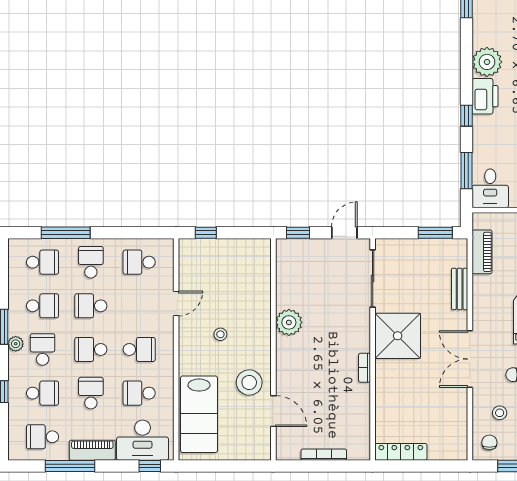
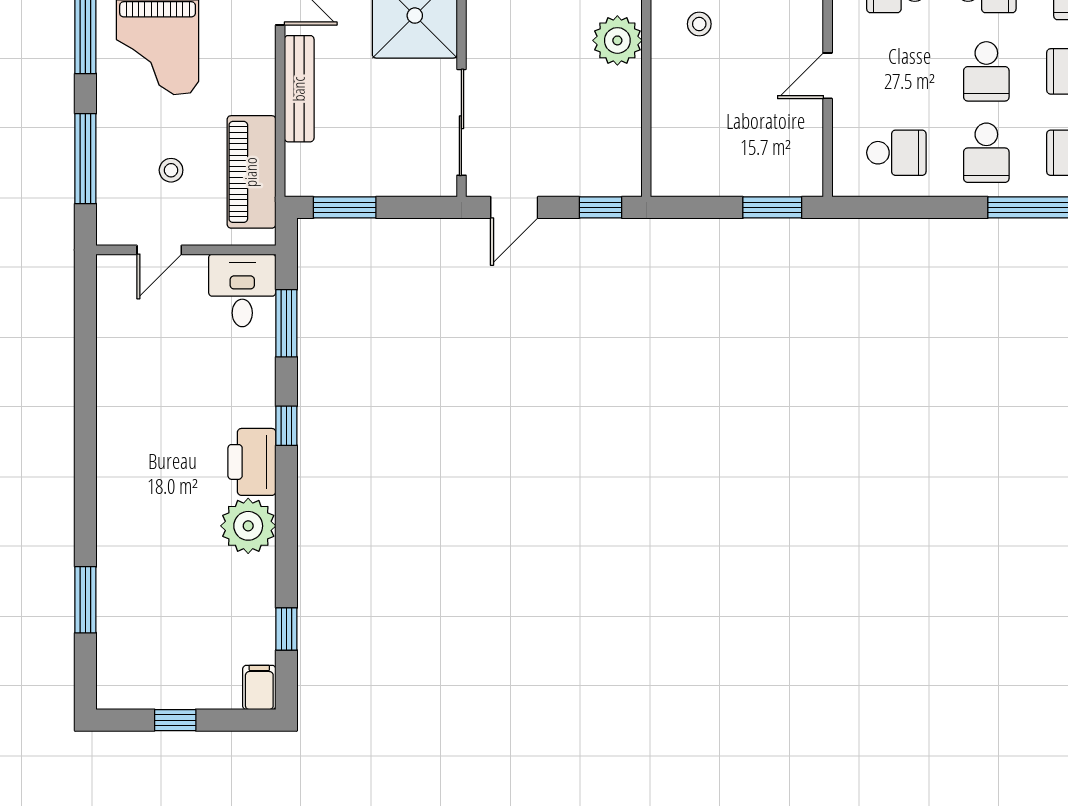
window: (206, 233) -> (772, 207), width x1.50
piano: (482, 252) -> (251, 172), width x1.37, depth x1.33
bench: (460, 289) -> (299, 89), width x1.36
school desk: (91, 306) -> (986, 71), turned 90
stool: (220, 334) -> (699, 24), moved

